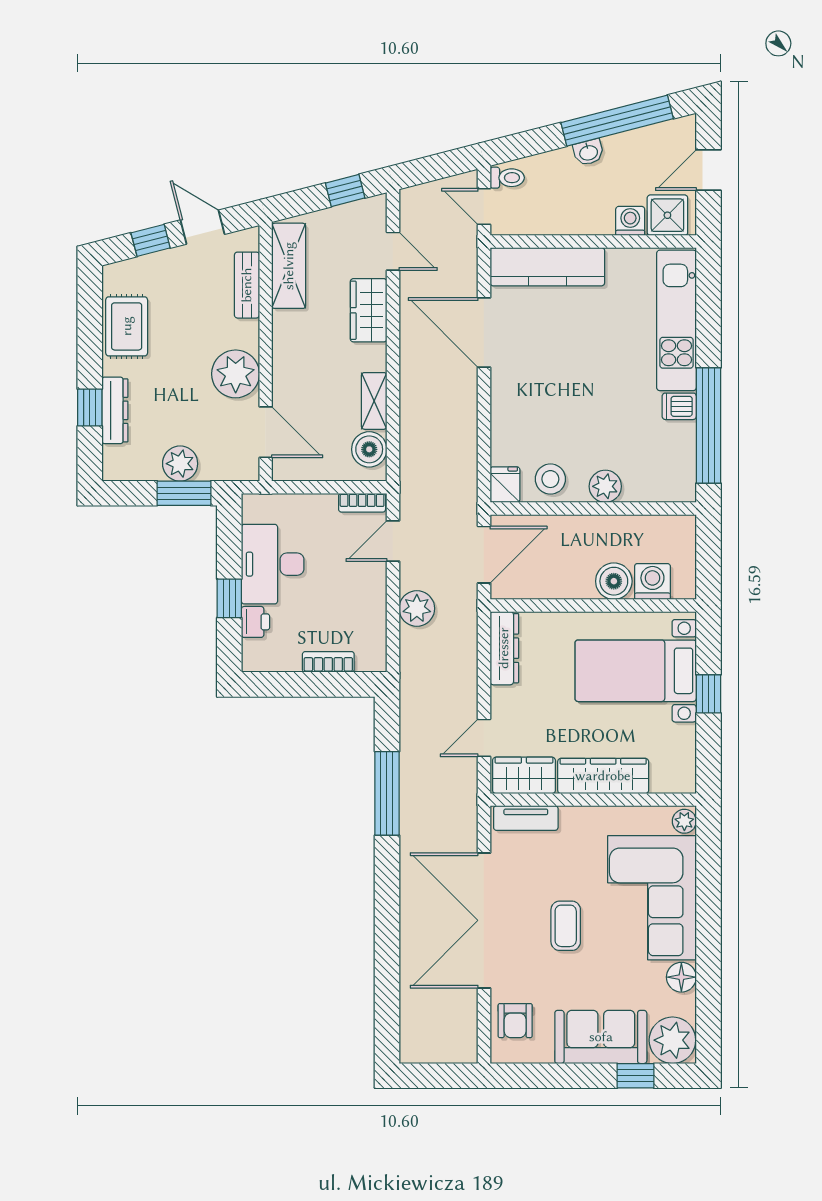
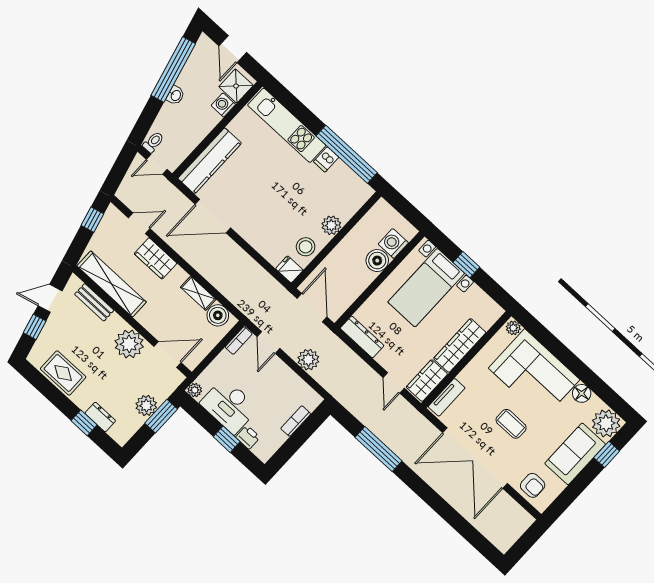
shelving: (289, 266) -> (112, 284), width x1.47
dresser: (115, 410) -> (100, 417), width x0.70
plant: (253, 505) -> (195, 390), added

